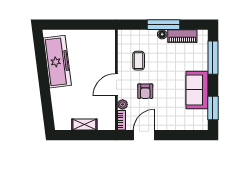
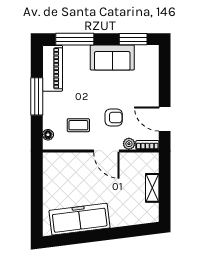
floor lamp: (162, 34) -> (48, 135), moved
piano: (182, 36) -> (52, 68), width x1.37, depth x1.33

